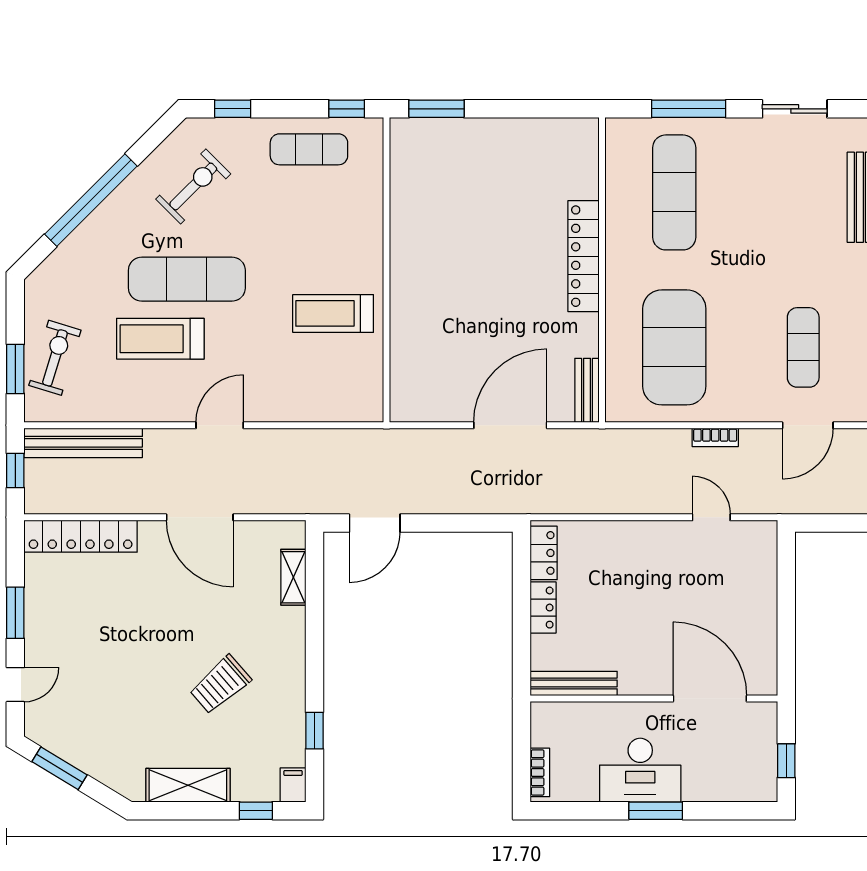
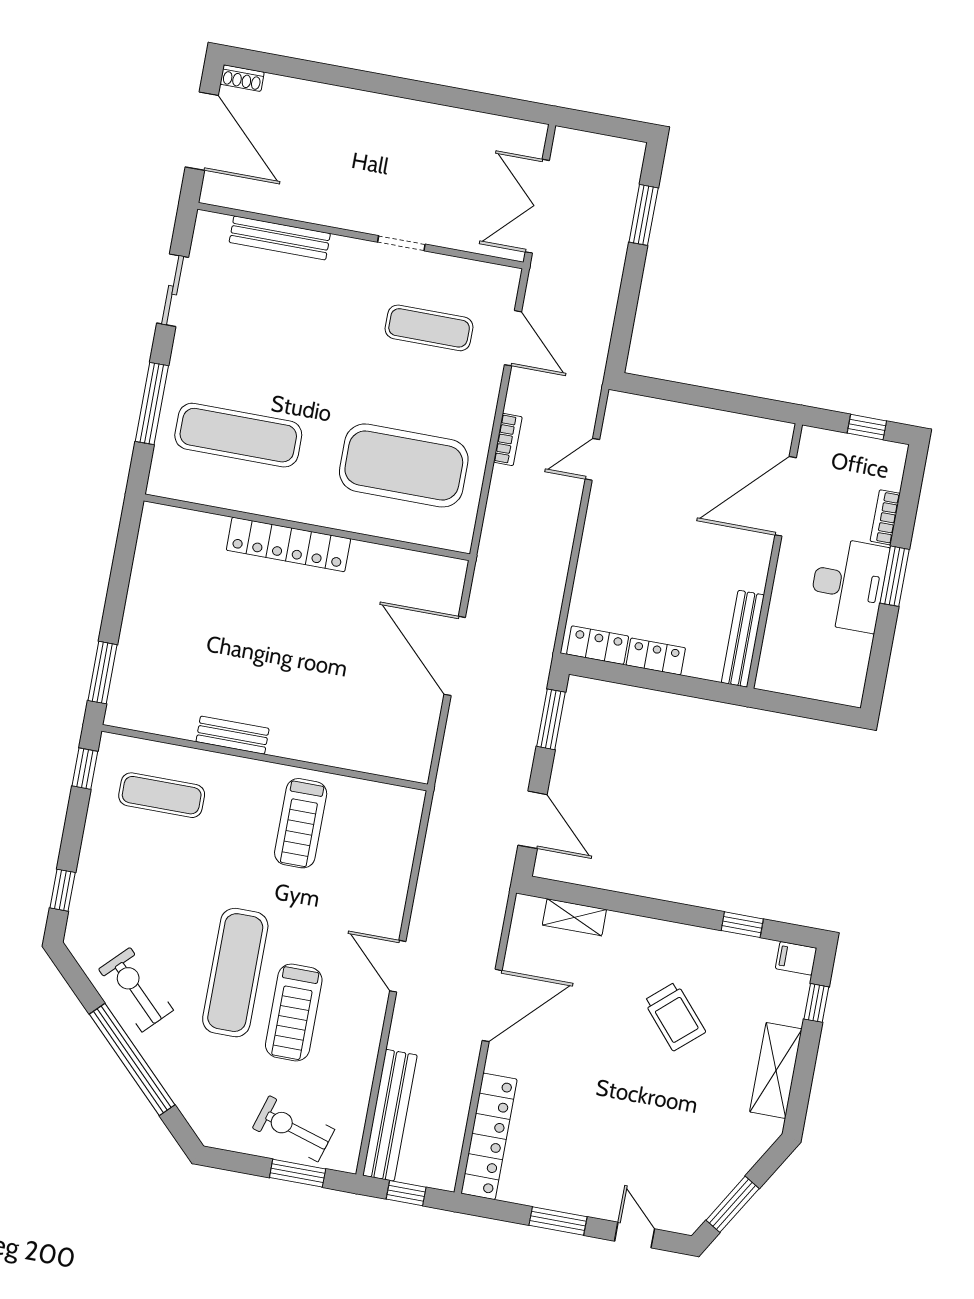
exercise mat: (309, 149) -> (162, 795), moved, turned 90
exercise bike: (193, 186) -> (136, 990), moved
bench: (587, 390) -> (233, 735), moved
window: (469, 523) -> (551, 719), added
bookcase: (540, 772) -> (885, 517), moved, turned -90

